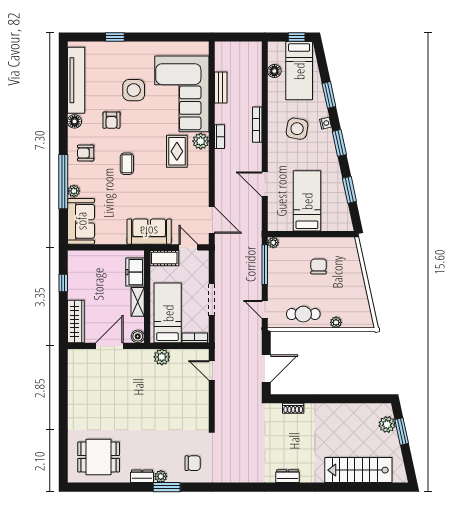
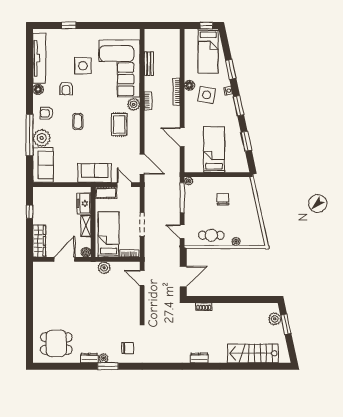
floor lamp: (274, 71) -> (189, 85), moved
rug: (177, 151) -> (119, 124), moved
plant: (74, 191) -> (42, 138), width x1.87, depth x1.87

